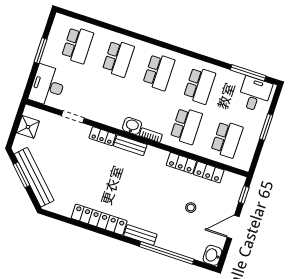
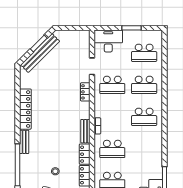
school desk: (200, 85) -> (112, 85), moved
washbasin: (132, 126) -> (100, 110), removed
shower: (28, 127) -> (74, 37), removed
bench: (130, 145) -> (85, 131), moved

